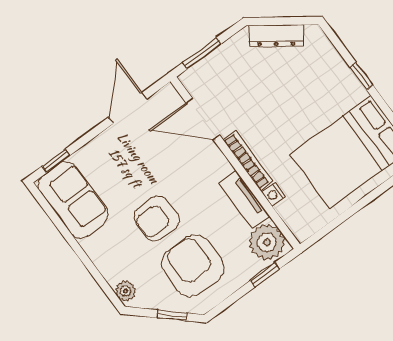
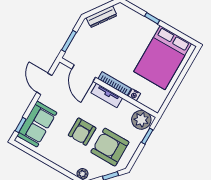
door: (203, 119) -> (84, 73), hinge flipped
tv unit: (244, 199) -> (107, 95), moved
sofa: (73, 200) -> (37, 124), moved, turned 90

